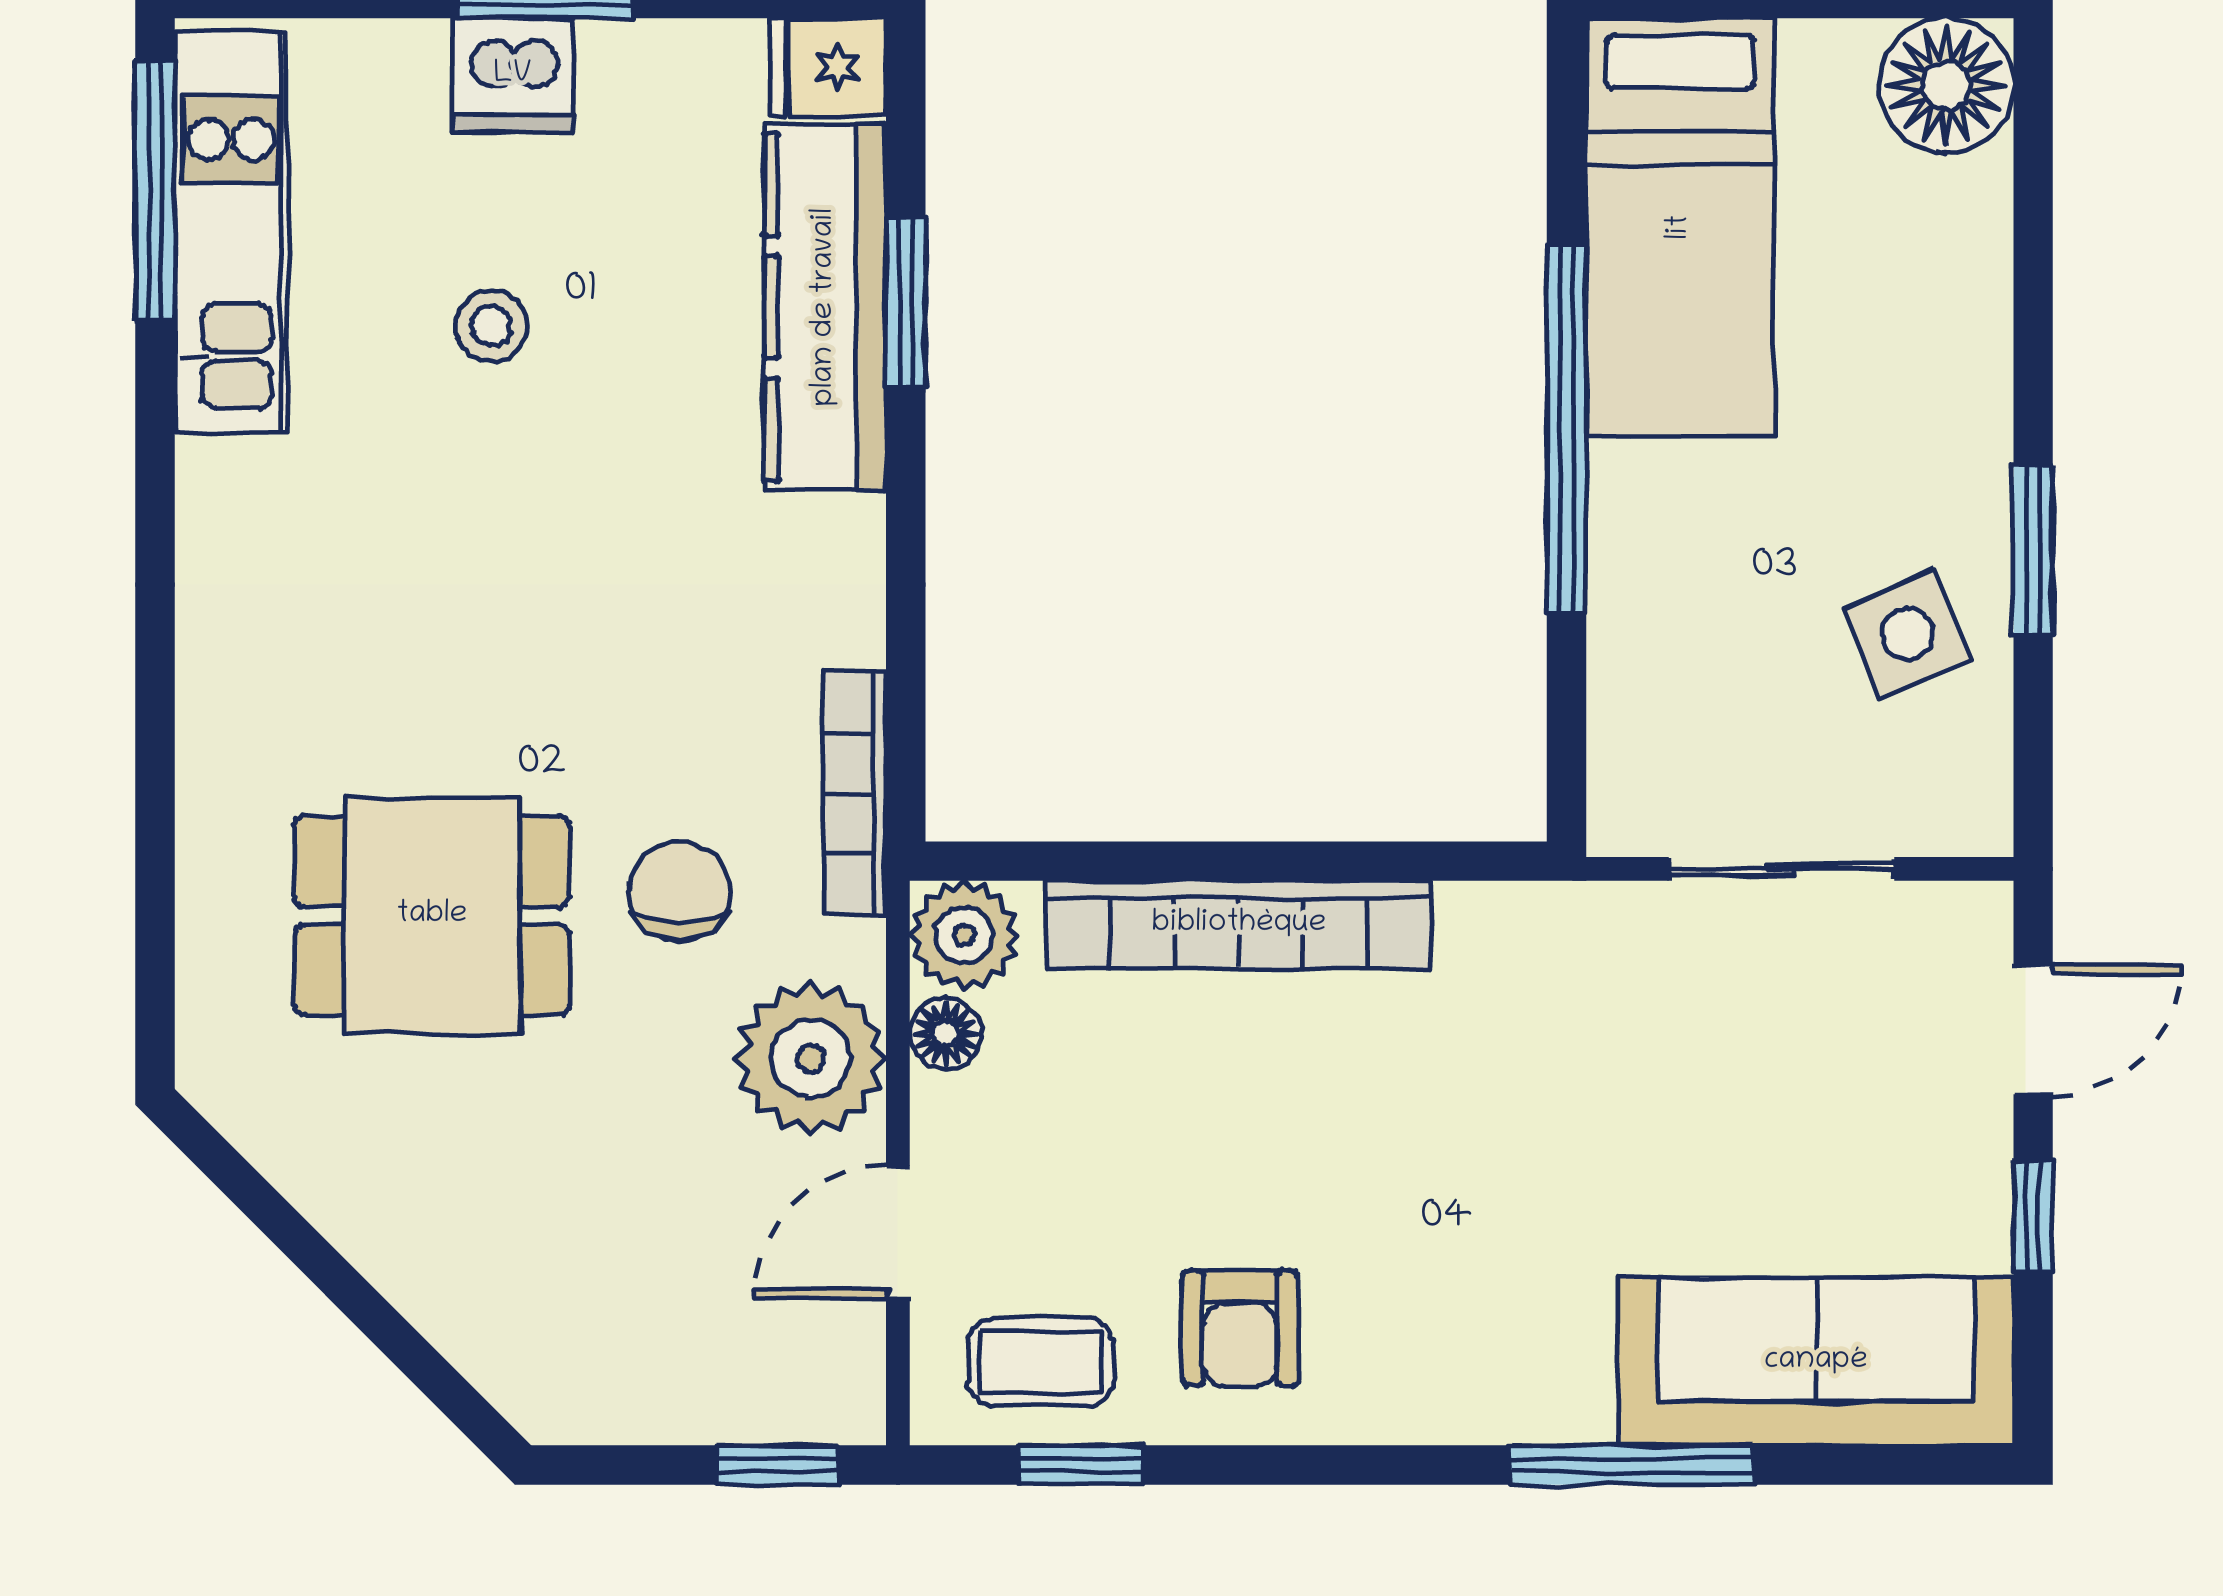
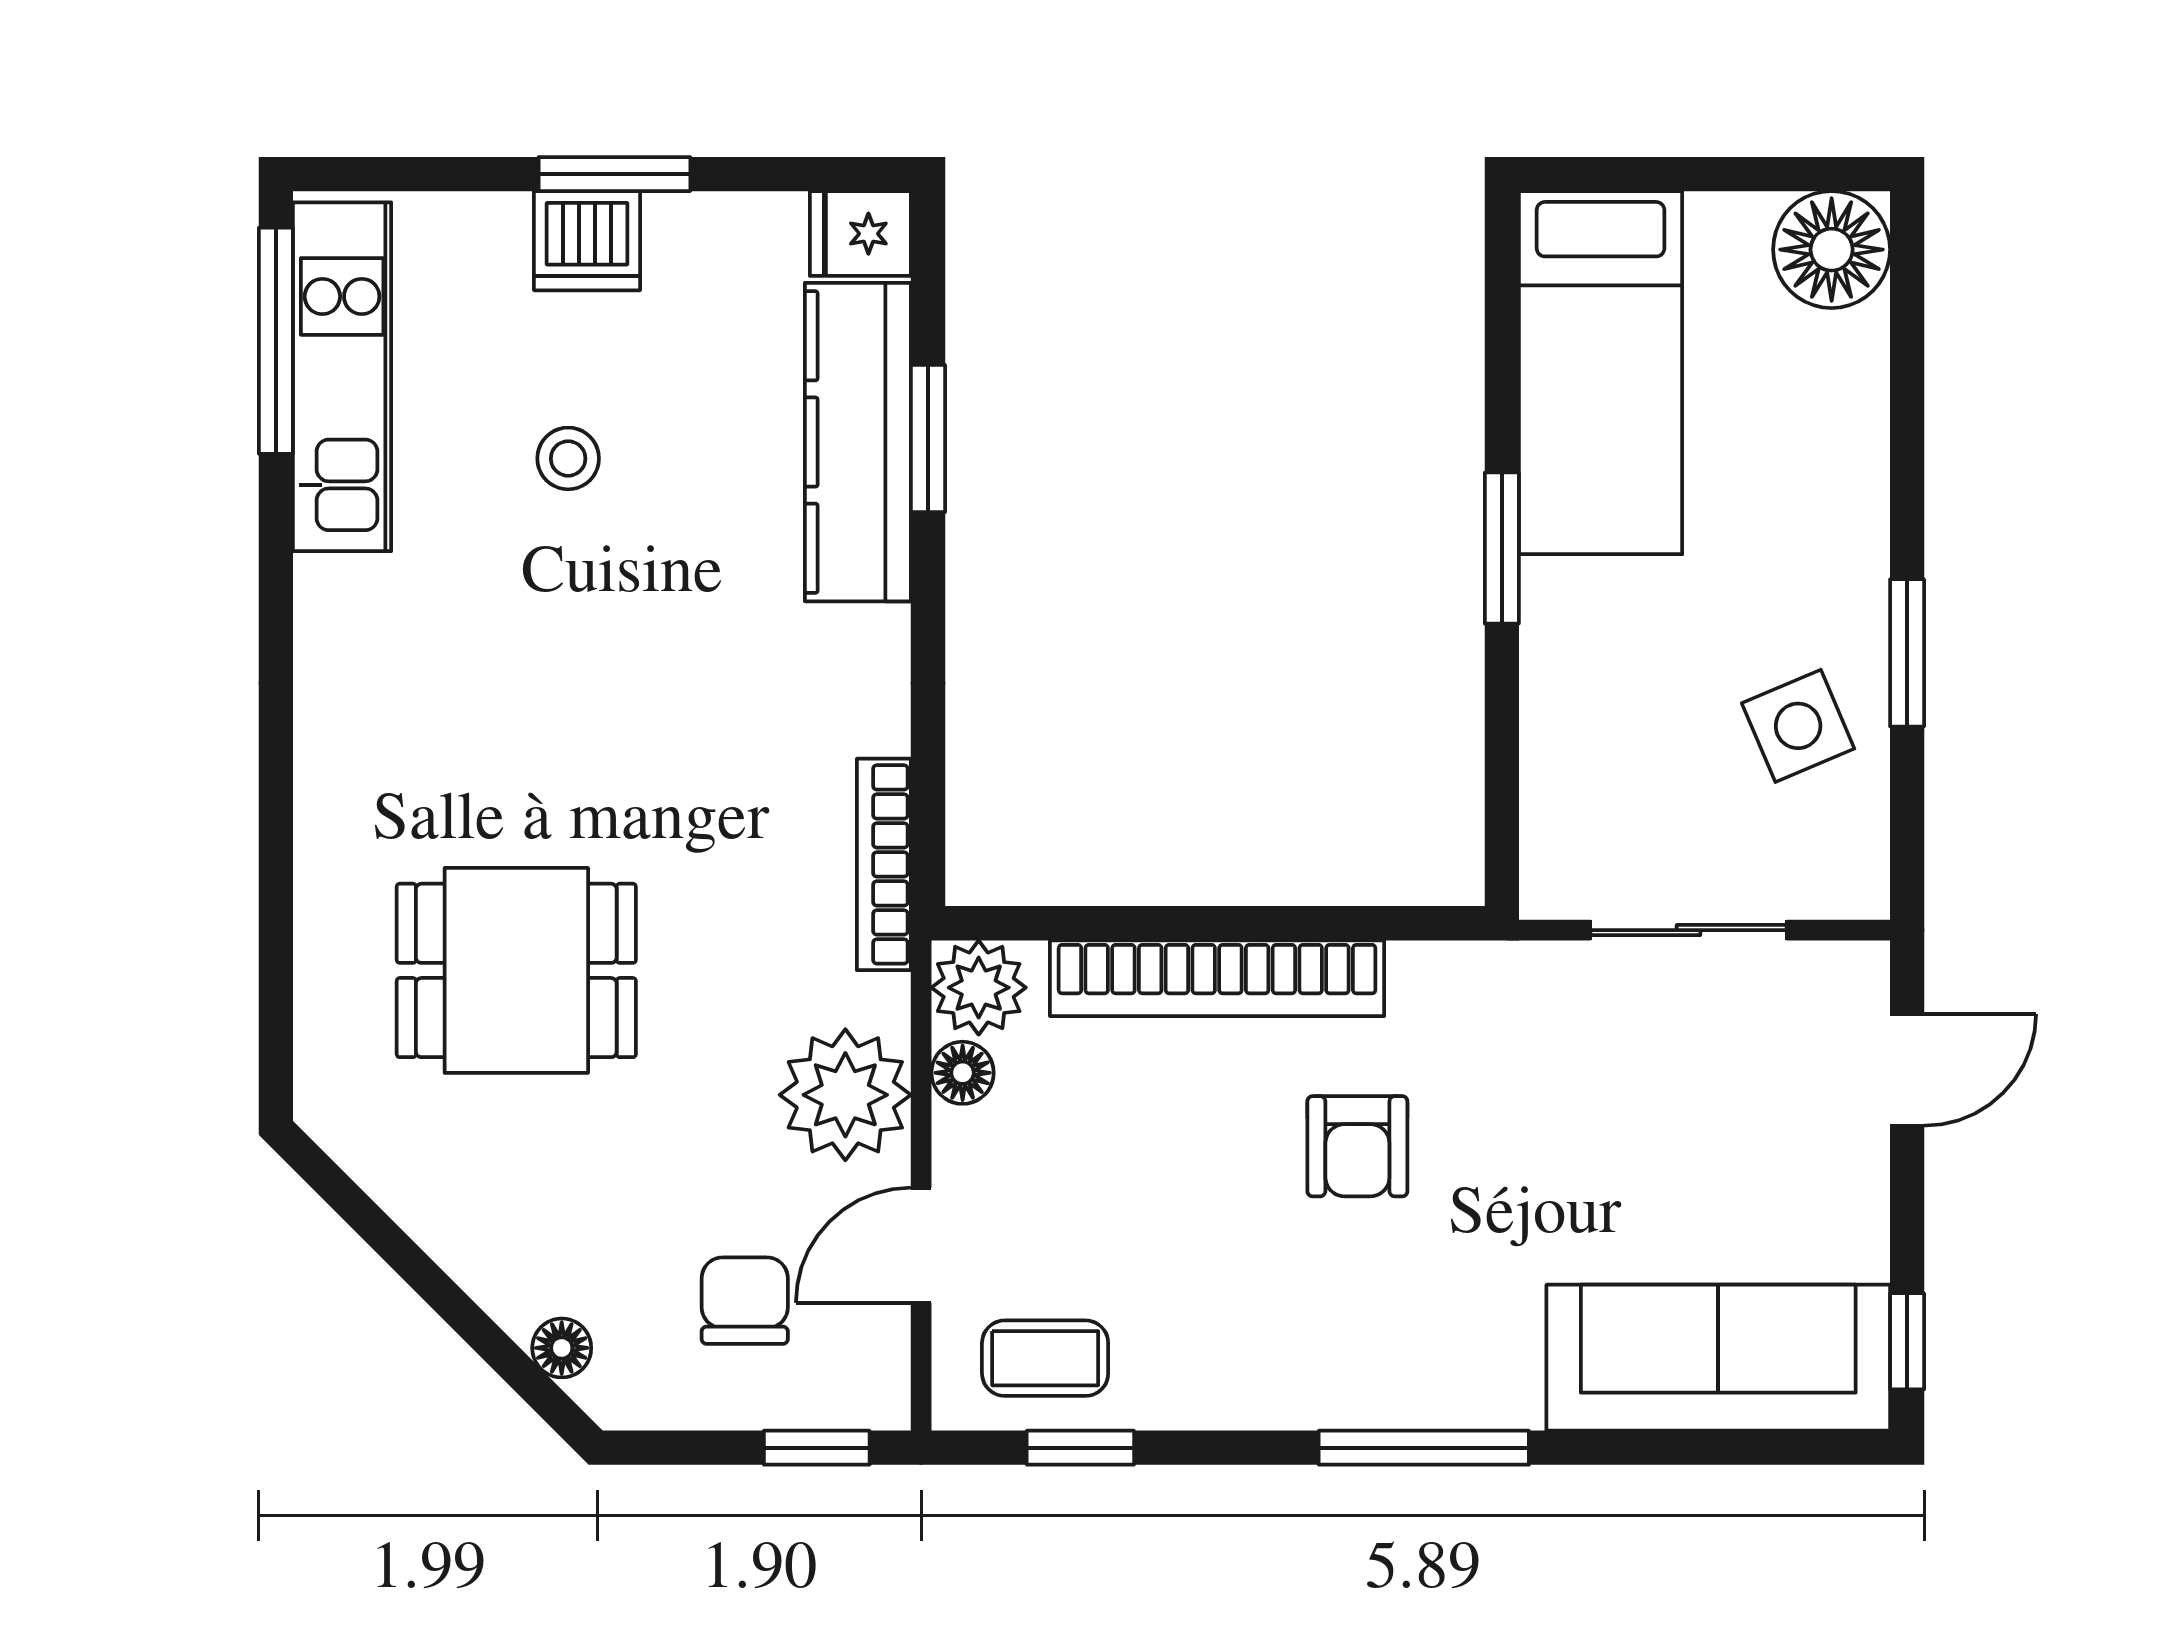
window: (1567, 429) -> (1502, 548), width x0.47
chair: (679, 891) -> (745, 1301), moved
window: (2033, 1216) -> (1907, 1341), moved
armchair: (1240, 1328) -> (1357, 1146), moved
floor lamp: (484, 1350) -> (562, 1348), added
window: (1632, 1465) -> (1424, 1448), moved

